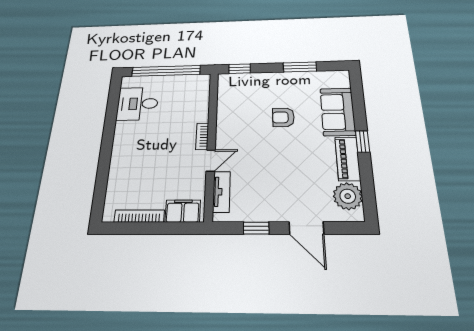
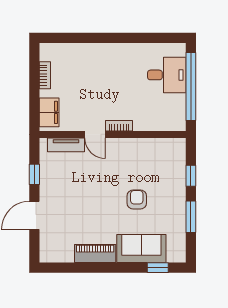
window: (240, 69) -> (191, 176), moved
desk: (138, 104) -> (167, 75), moved, turned 90
window: (362, 142) -> (158, 268), moved
plant: (348, 196) -> (61, 251), removed
bookcase: (139, 216) -> (45, 75), width x0.64

